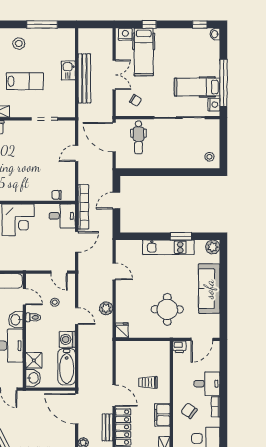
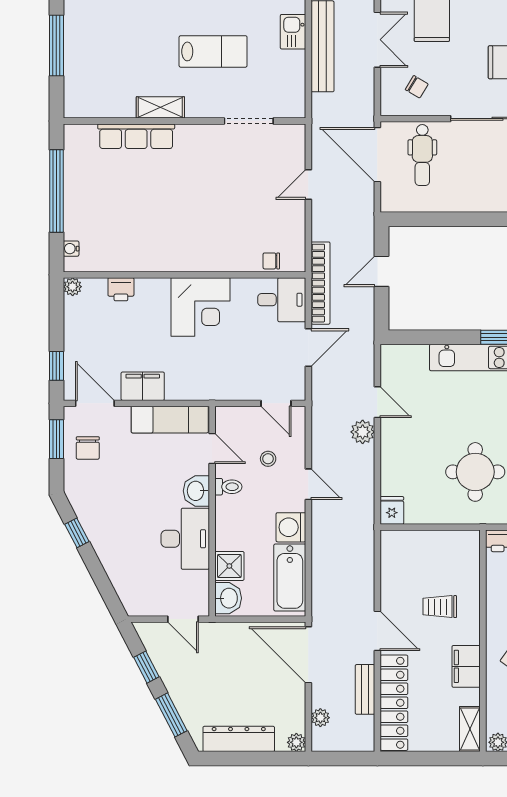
plant: (106, 308) -> (363, 432), moved

